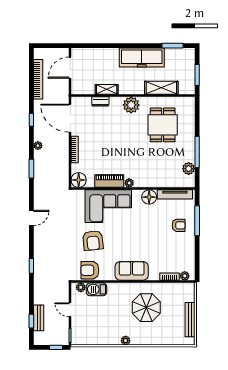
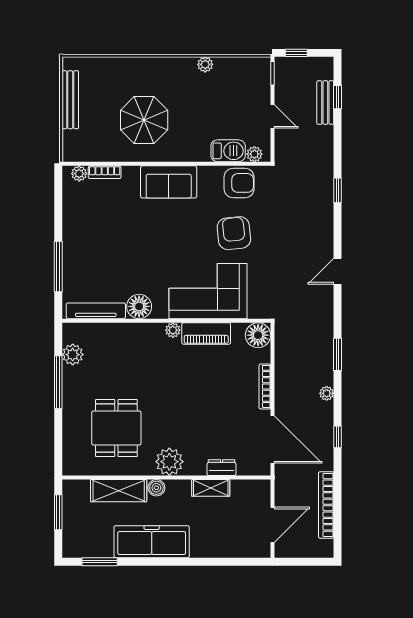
boiler: (139, 90) -> (156, 488), added
armchair: (179, 225) -> (89, 259), removed
plant: (126, 341) -> (205, 64), moved

